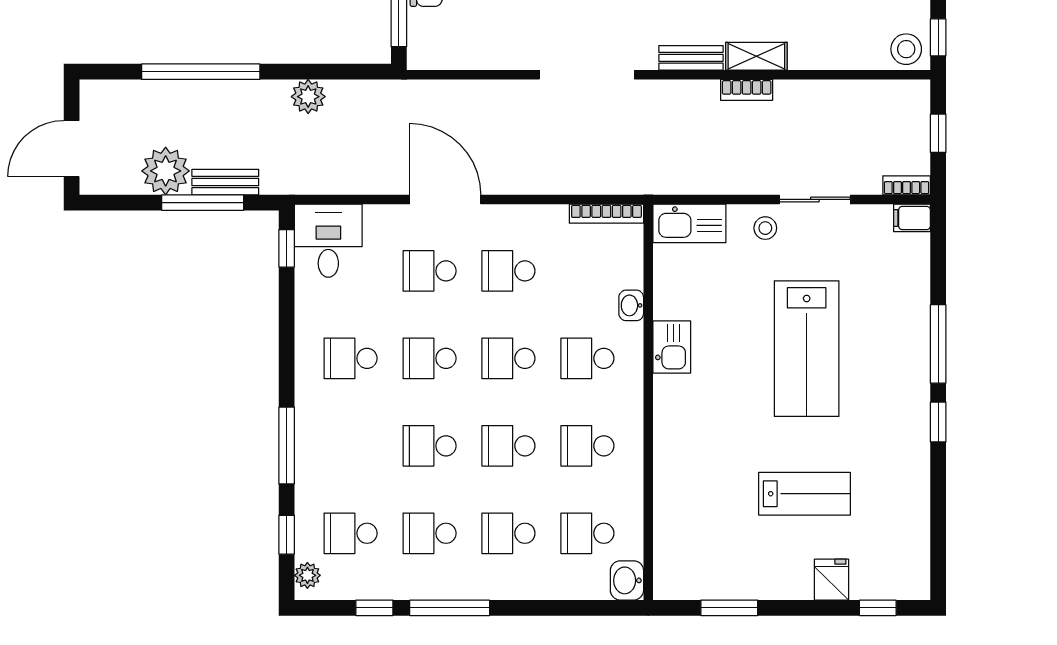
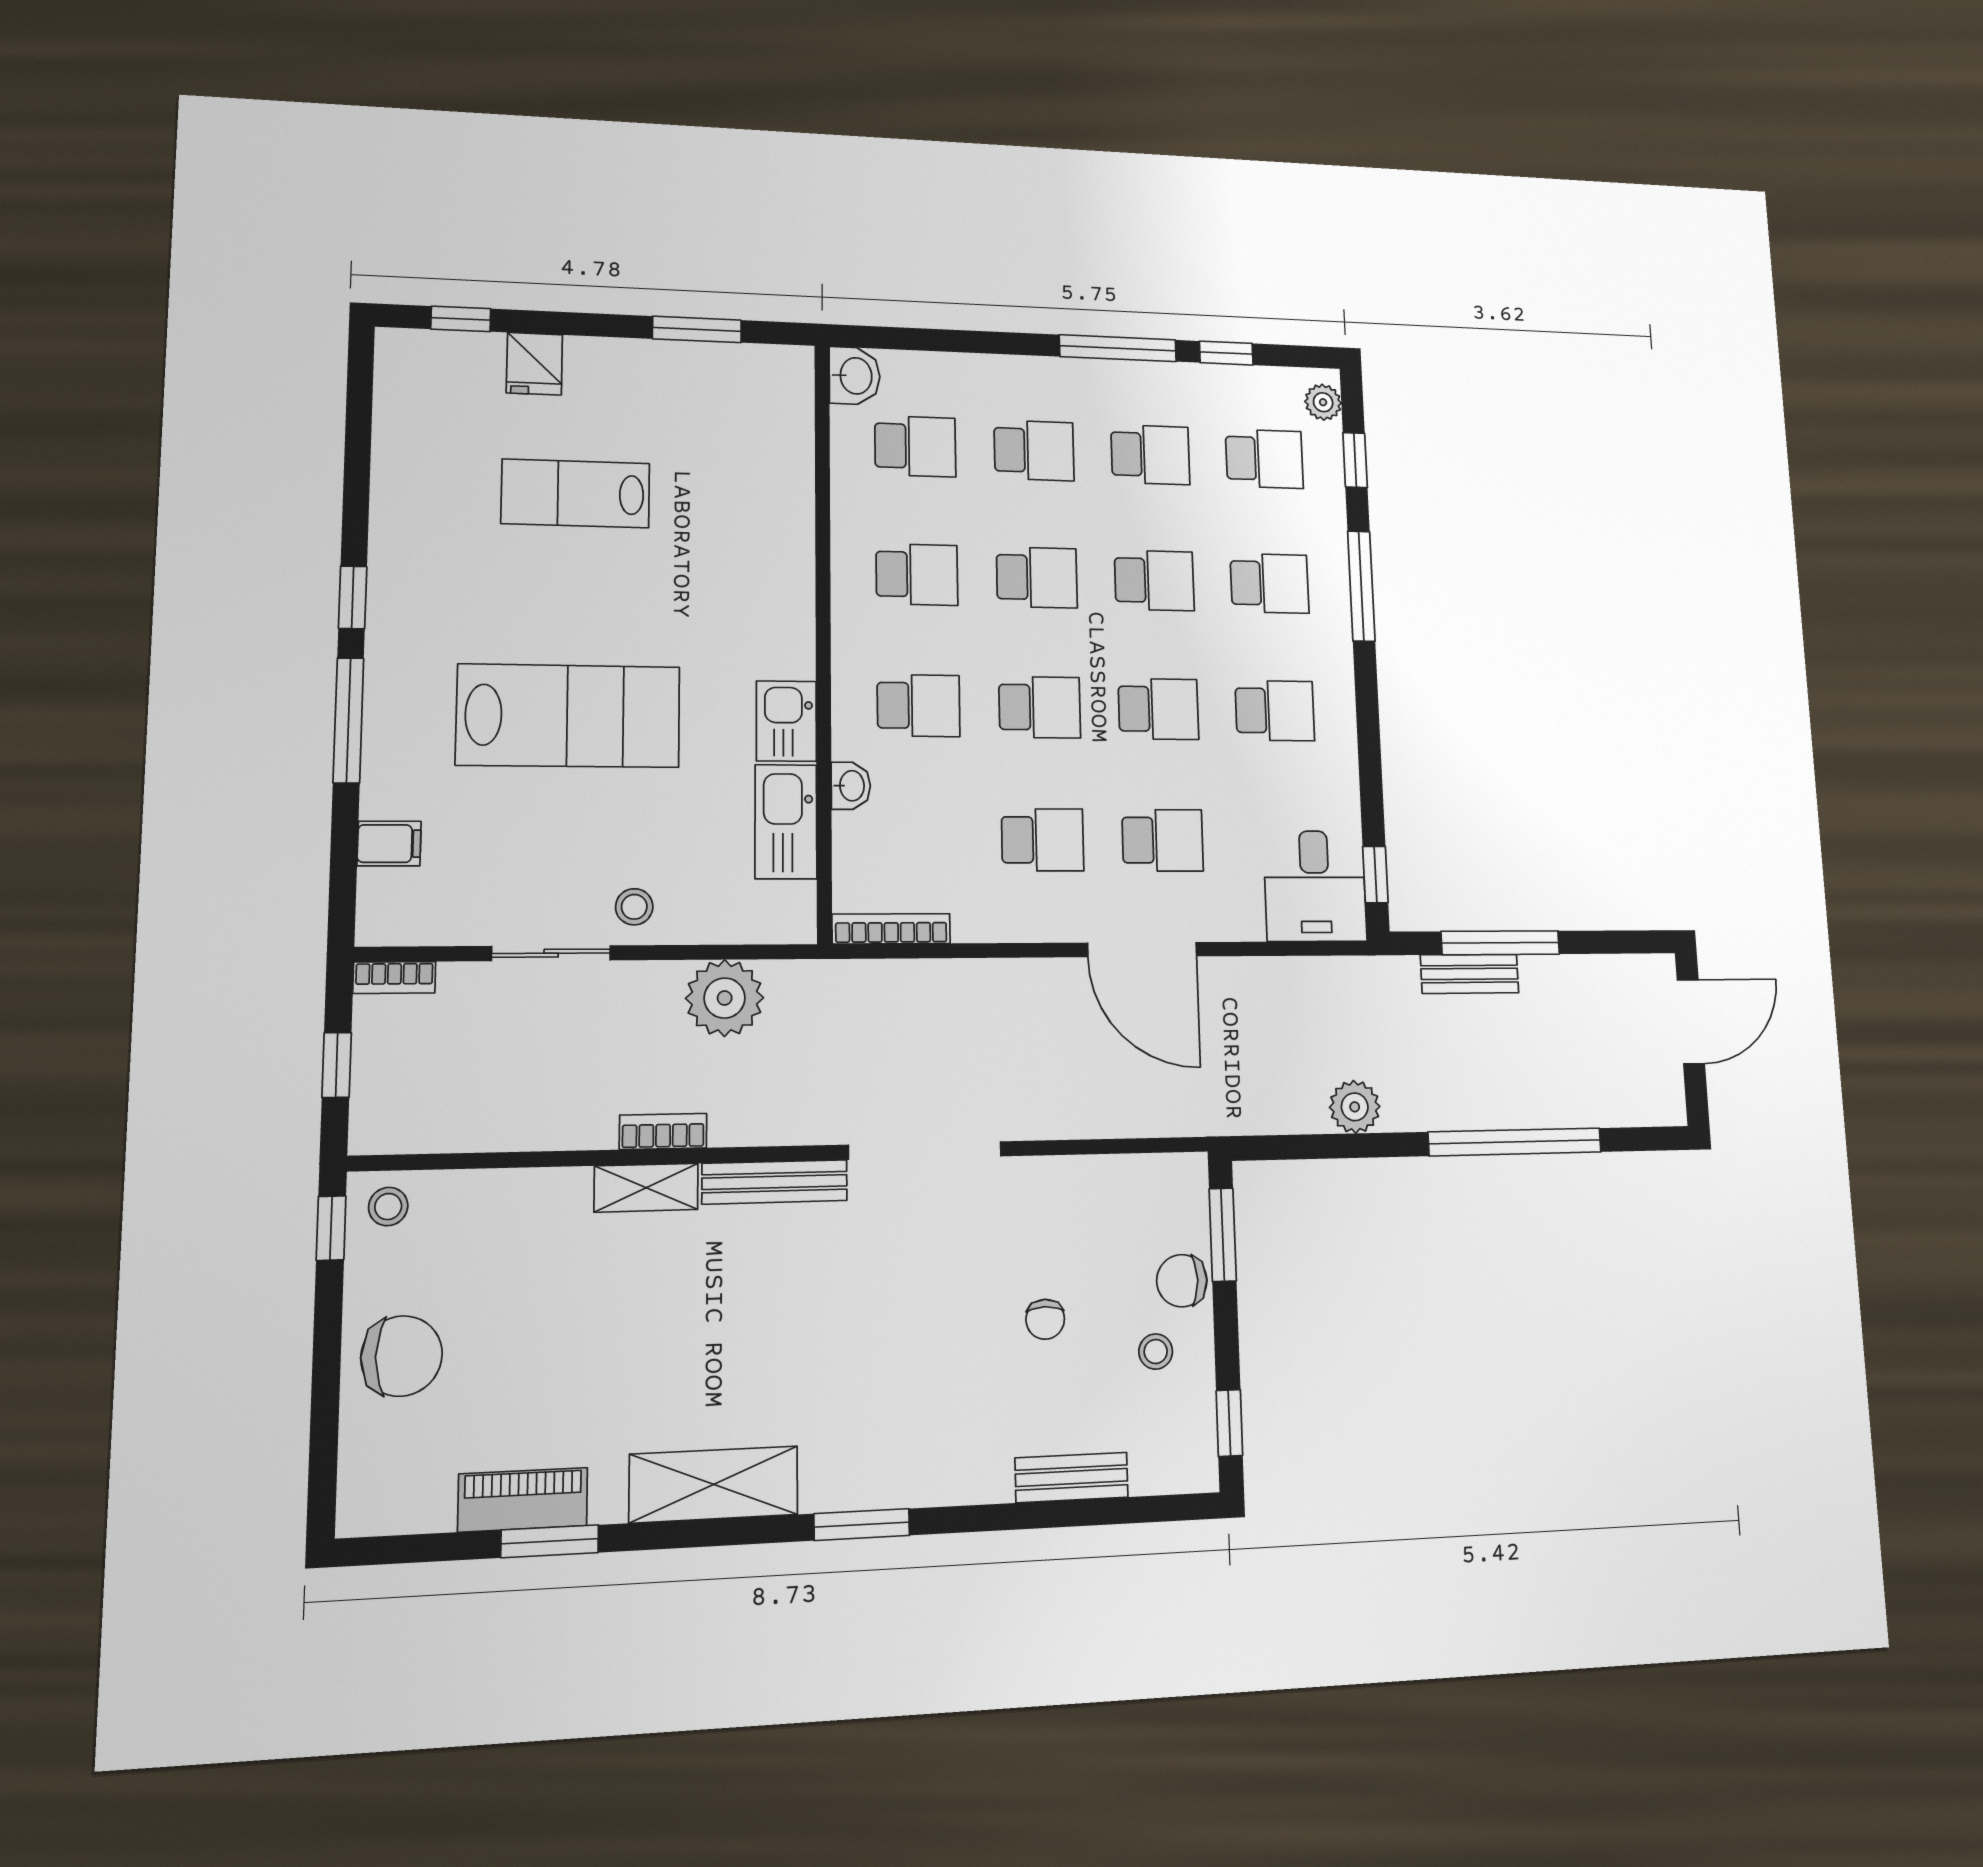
stool: (906, 49) -> (388, 1207), width x0.73, depth x0.73
bench: (691, 58) -> (775, 1182), width x1.36
plant: (166, 171) -> (725, 998), moved
filing cabinet: (912, 218) -> (389, 844), moved
kitchen sink: (689, 223) -> (786, 822), moved, turned -90
lab bench: (807, 349) -> (569, 716), turned 90
school desk: (351, 446) -> (1270, 583), added

